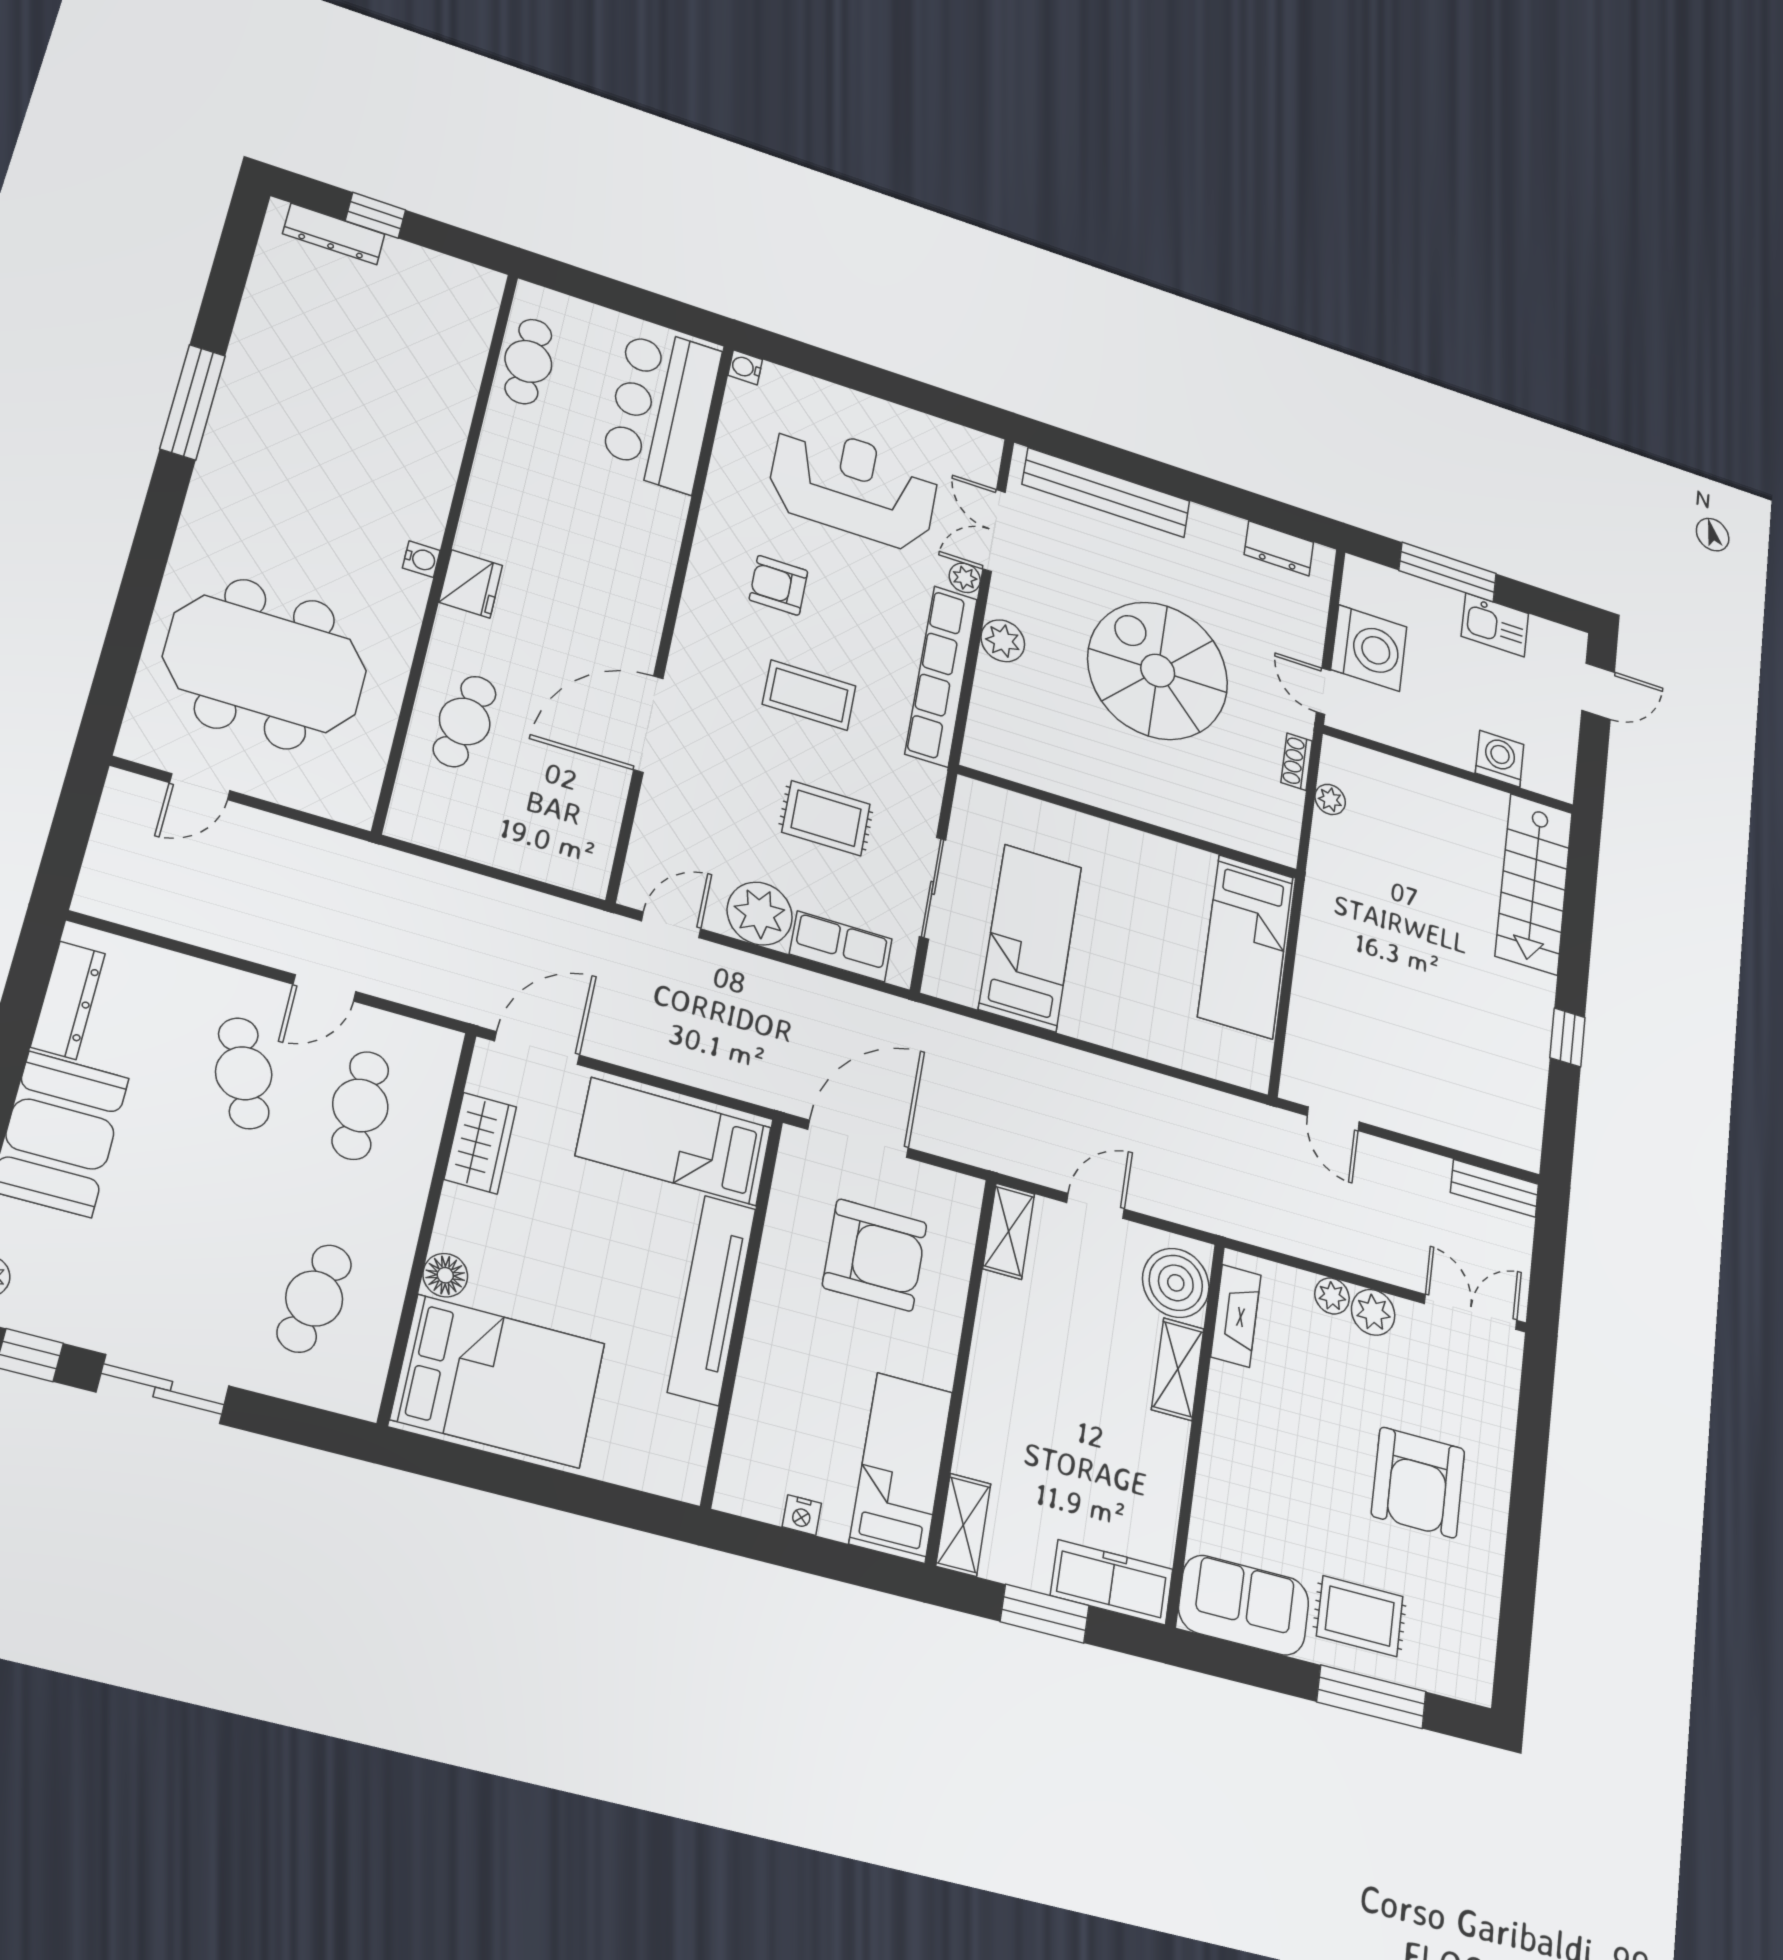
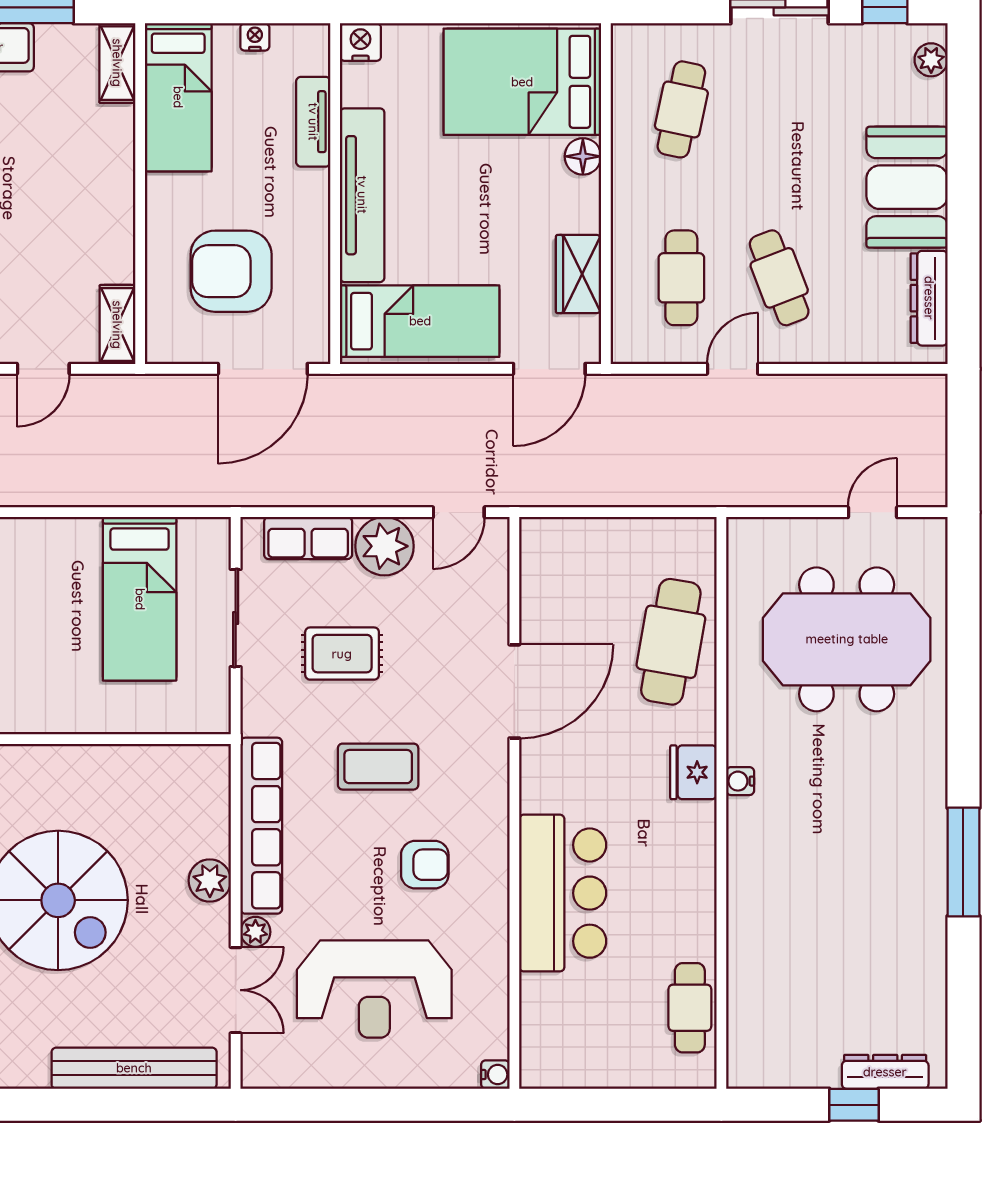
bar counter: (662, 408) -> (563, 893), moved
cafe table: (465, 721) -> (671, 642), width x1.37, depth x1.35
tv unit: (752, 1399) -> (313, 122), added
nightstand: (680, 1477) -> (360, 42), added

